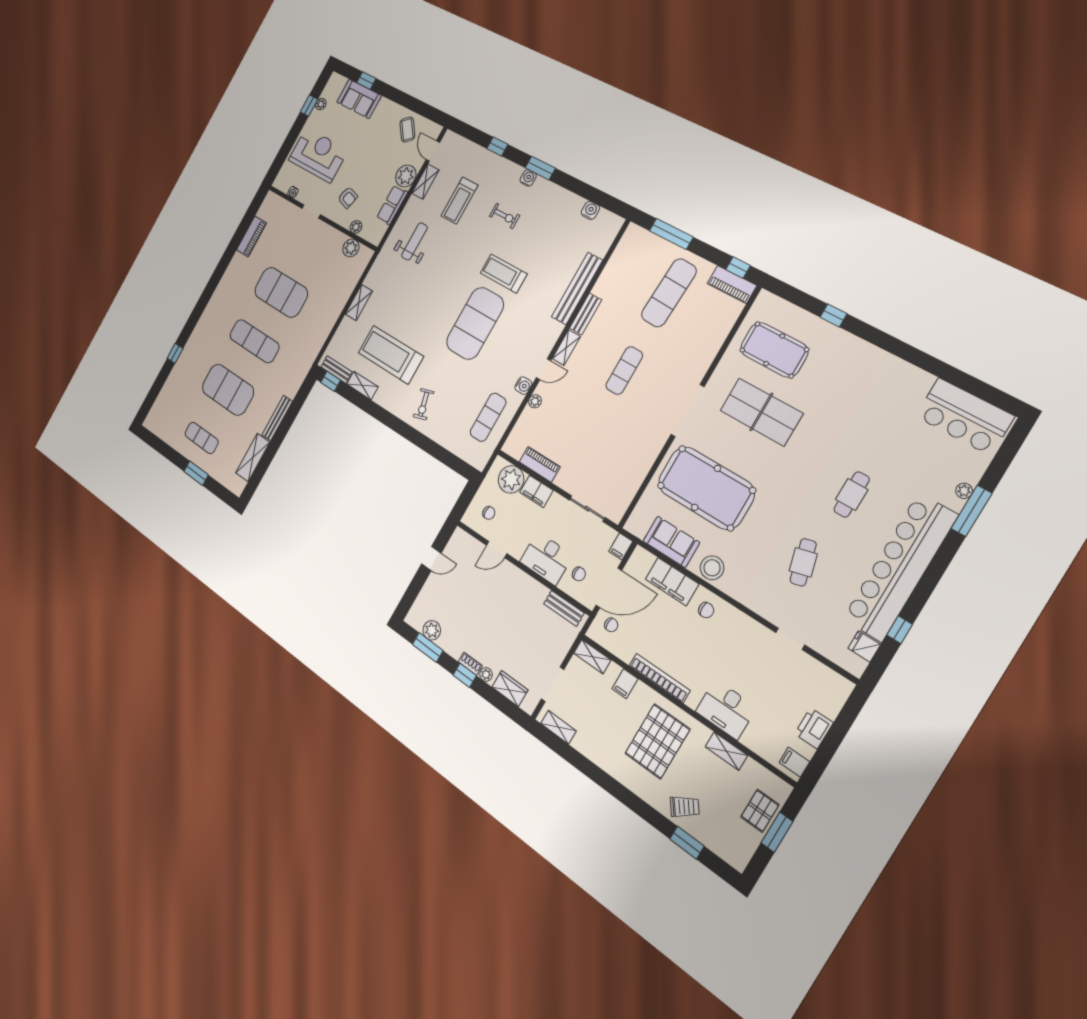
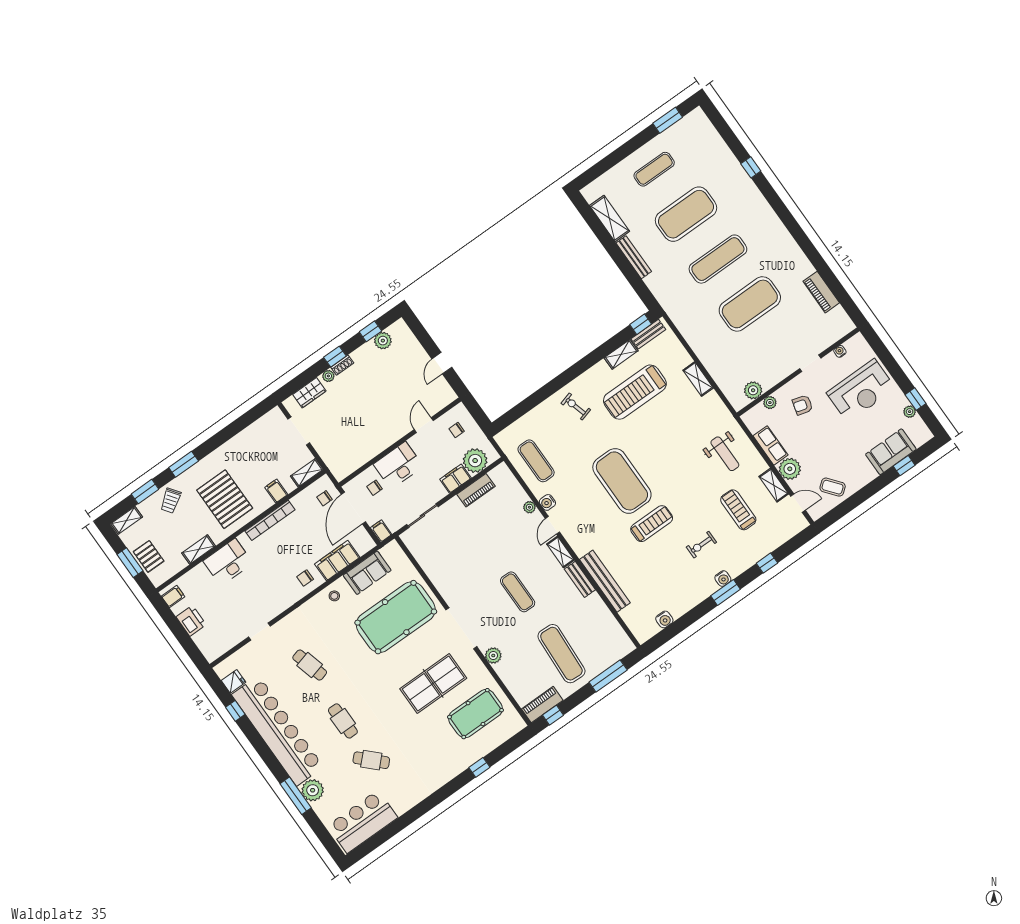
treadmill: (391, 355) -> (635, 392), turned 180
plant: (702, 362) -> (493, 655), added
cafe table: (883, 440) -> (371, 760), added
window: (196, 473) -> (668, 120), moved
plant: (964, 491) -> (313, 790), width x1.87, depth x1.87
stool: (712, 568) -> (334, 596), width x0.53, depth x0.53
bench: (564, 608) -> (353, 464), removed
window: (428, 647) -> (370, 331), width x0.67
shelving: (558, 727) -> (127, 520), moved
window: (638, 806) -> (184, 464), added

